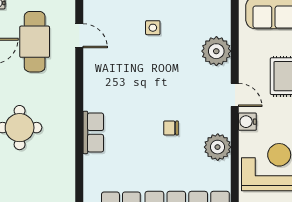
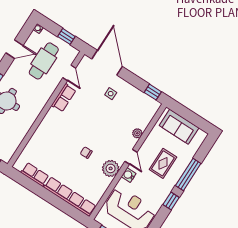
plant: (216, 51) -> (137, 133), width x0.53, depth x0.53
row of seats: (93, 132) -> (64, 98), moved
plant: (218, 147) -> (111, 168), moved

